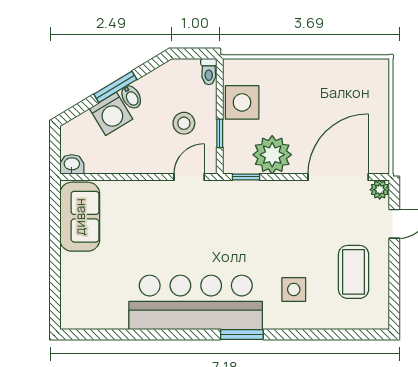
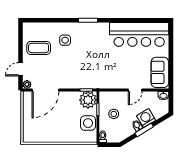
plant: (272, 155) -> (88, 100), moved
door: (189, 177) -> (135, 90), moved
coffee table: (354, 272) -> (39, 48), turned 90
bar counter: (196, 302) -> (139, 34), moved

